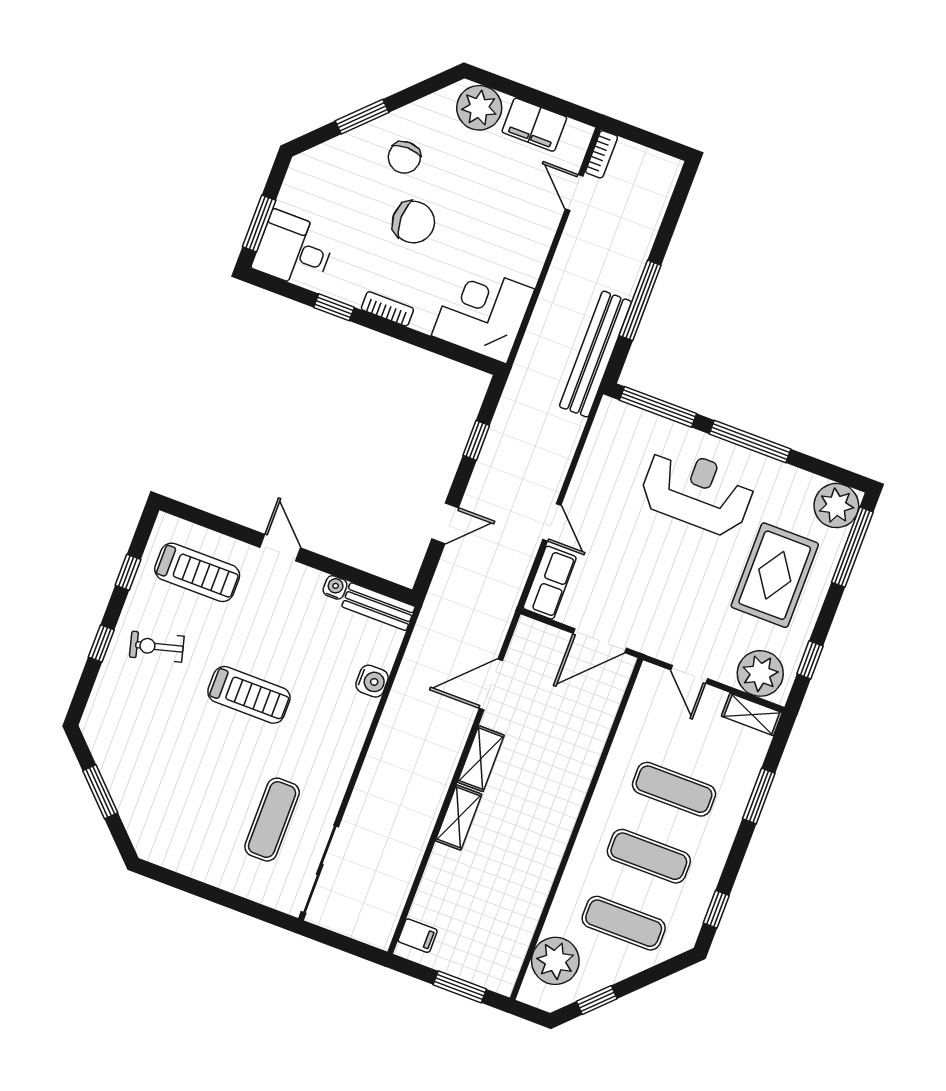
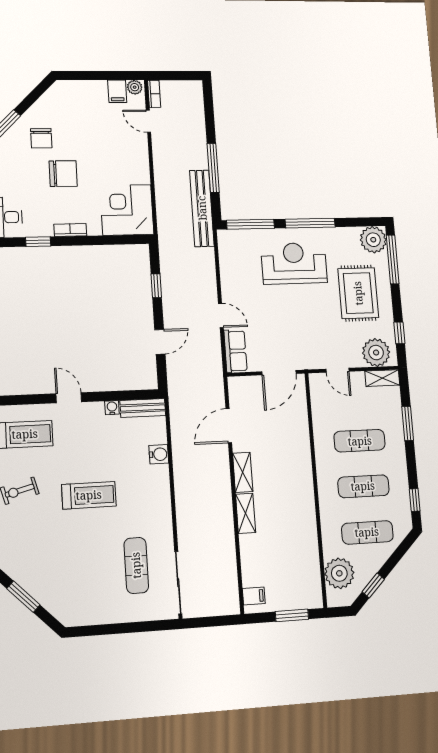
plant: (479, 108) -> (135, 87), moved, width x0.53, depth x0.53
filing cabinet: (534, 125) -> (117, 91), width x0.50

